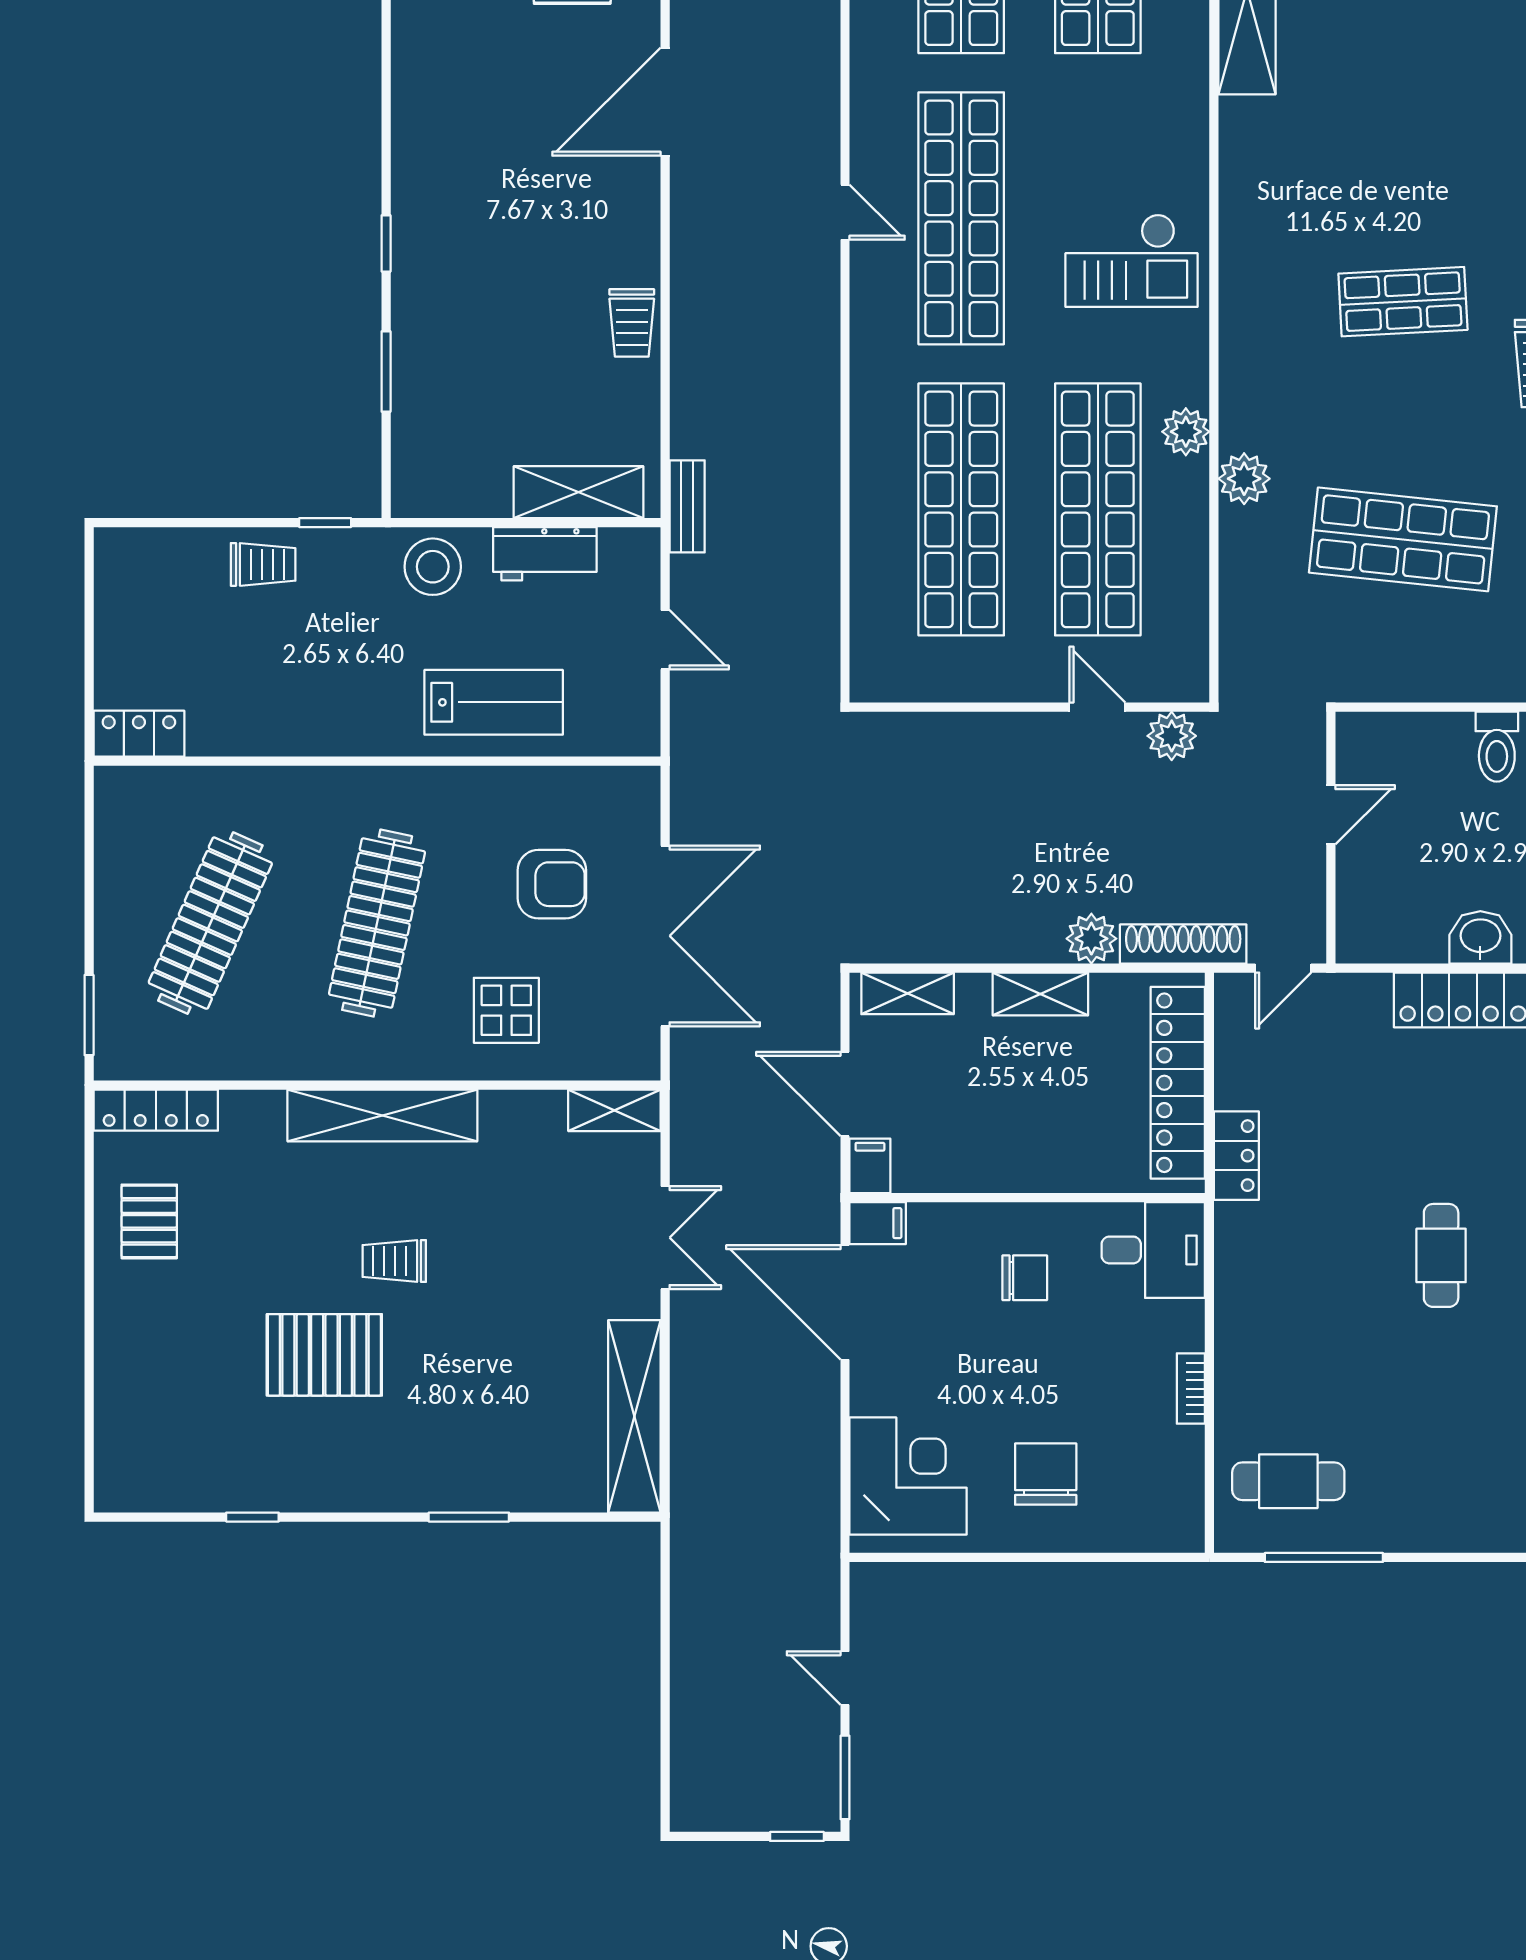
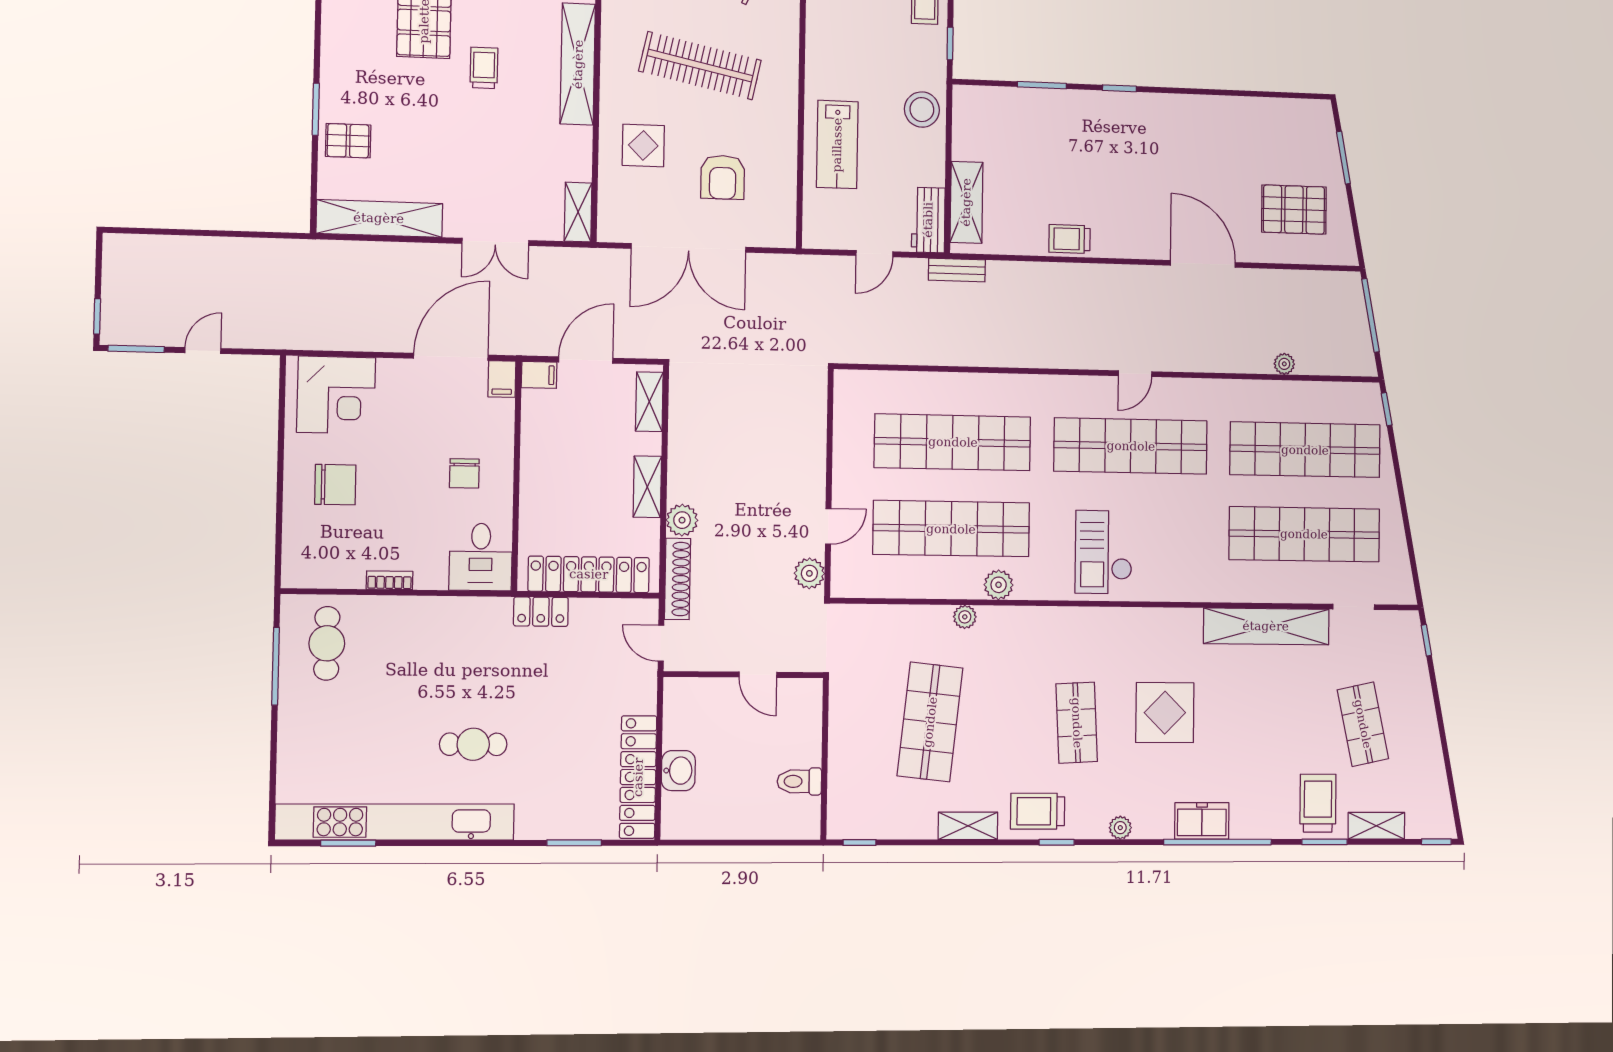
display table: (1386, 157) -> (1165, 713), added
plant: (1244, 479) -> (965, 617), width x0.73, depth x0.73
workbench: (545, 554) -> (928, 220), moved
pallet: (516, 1467) -> (348, 141), added

